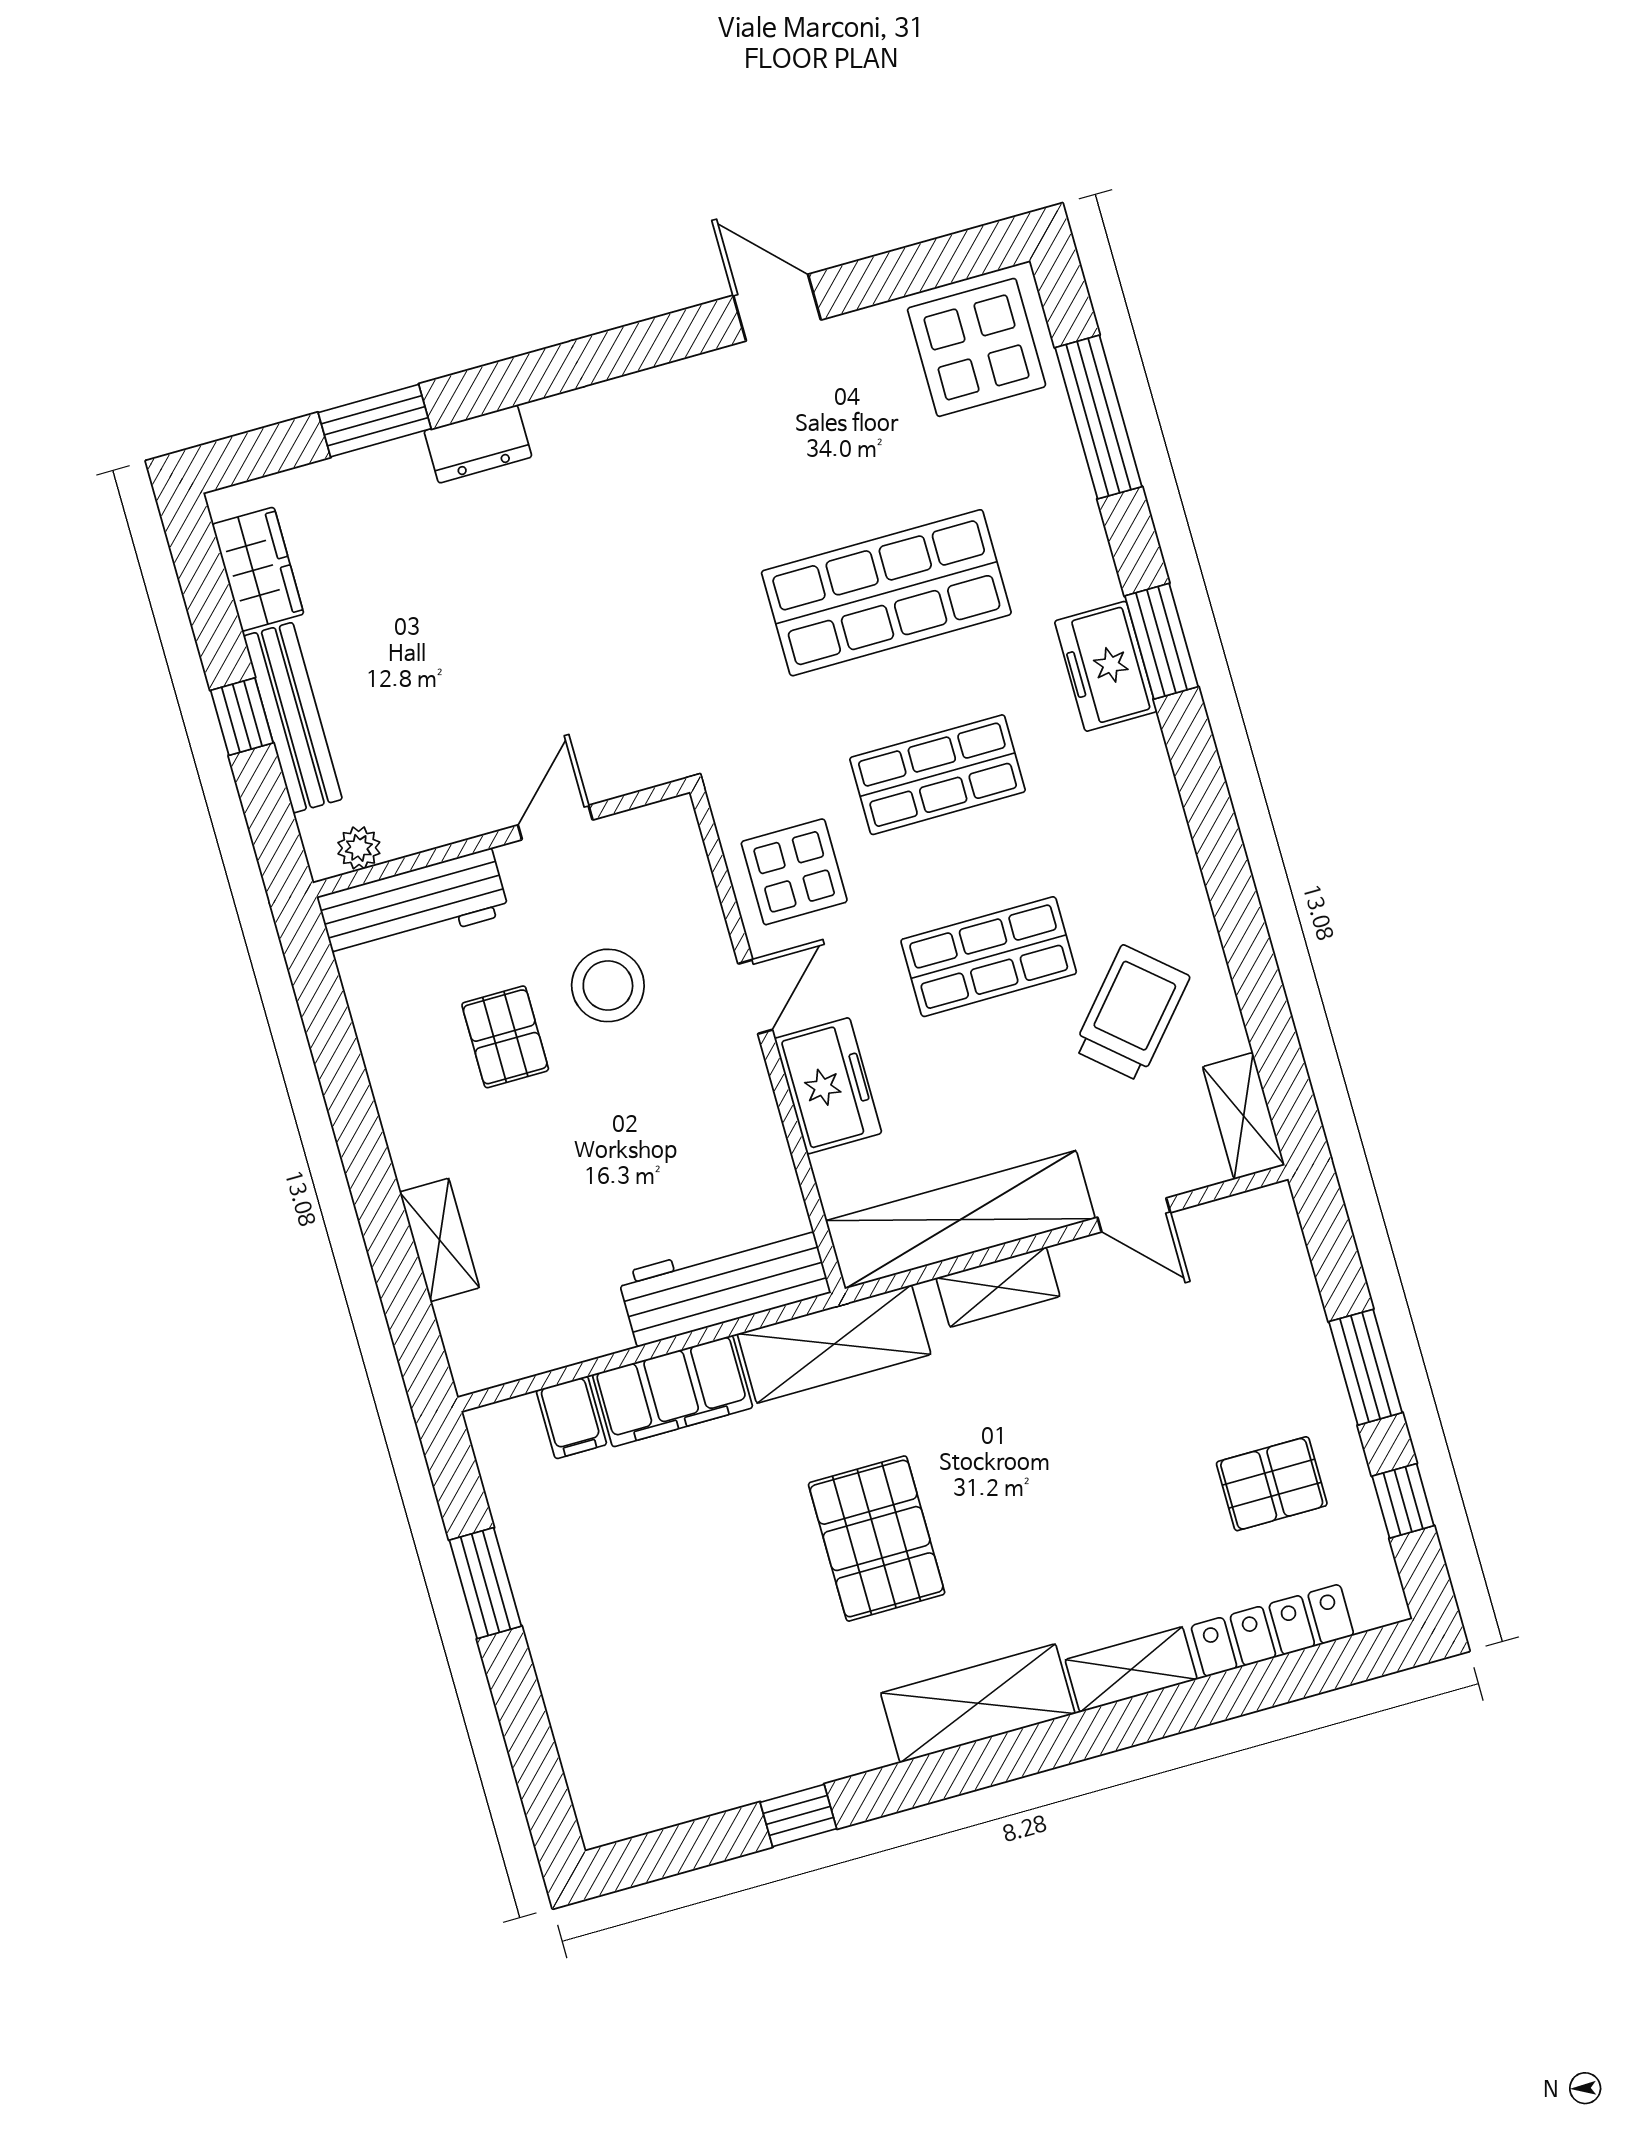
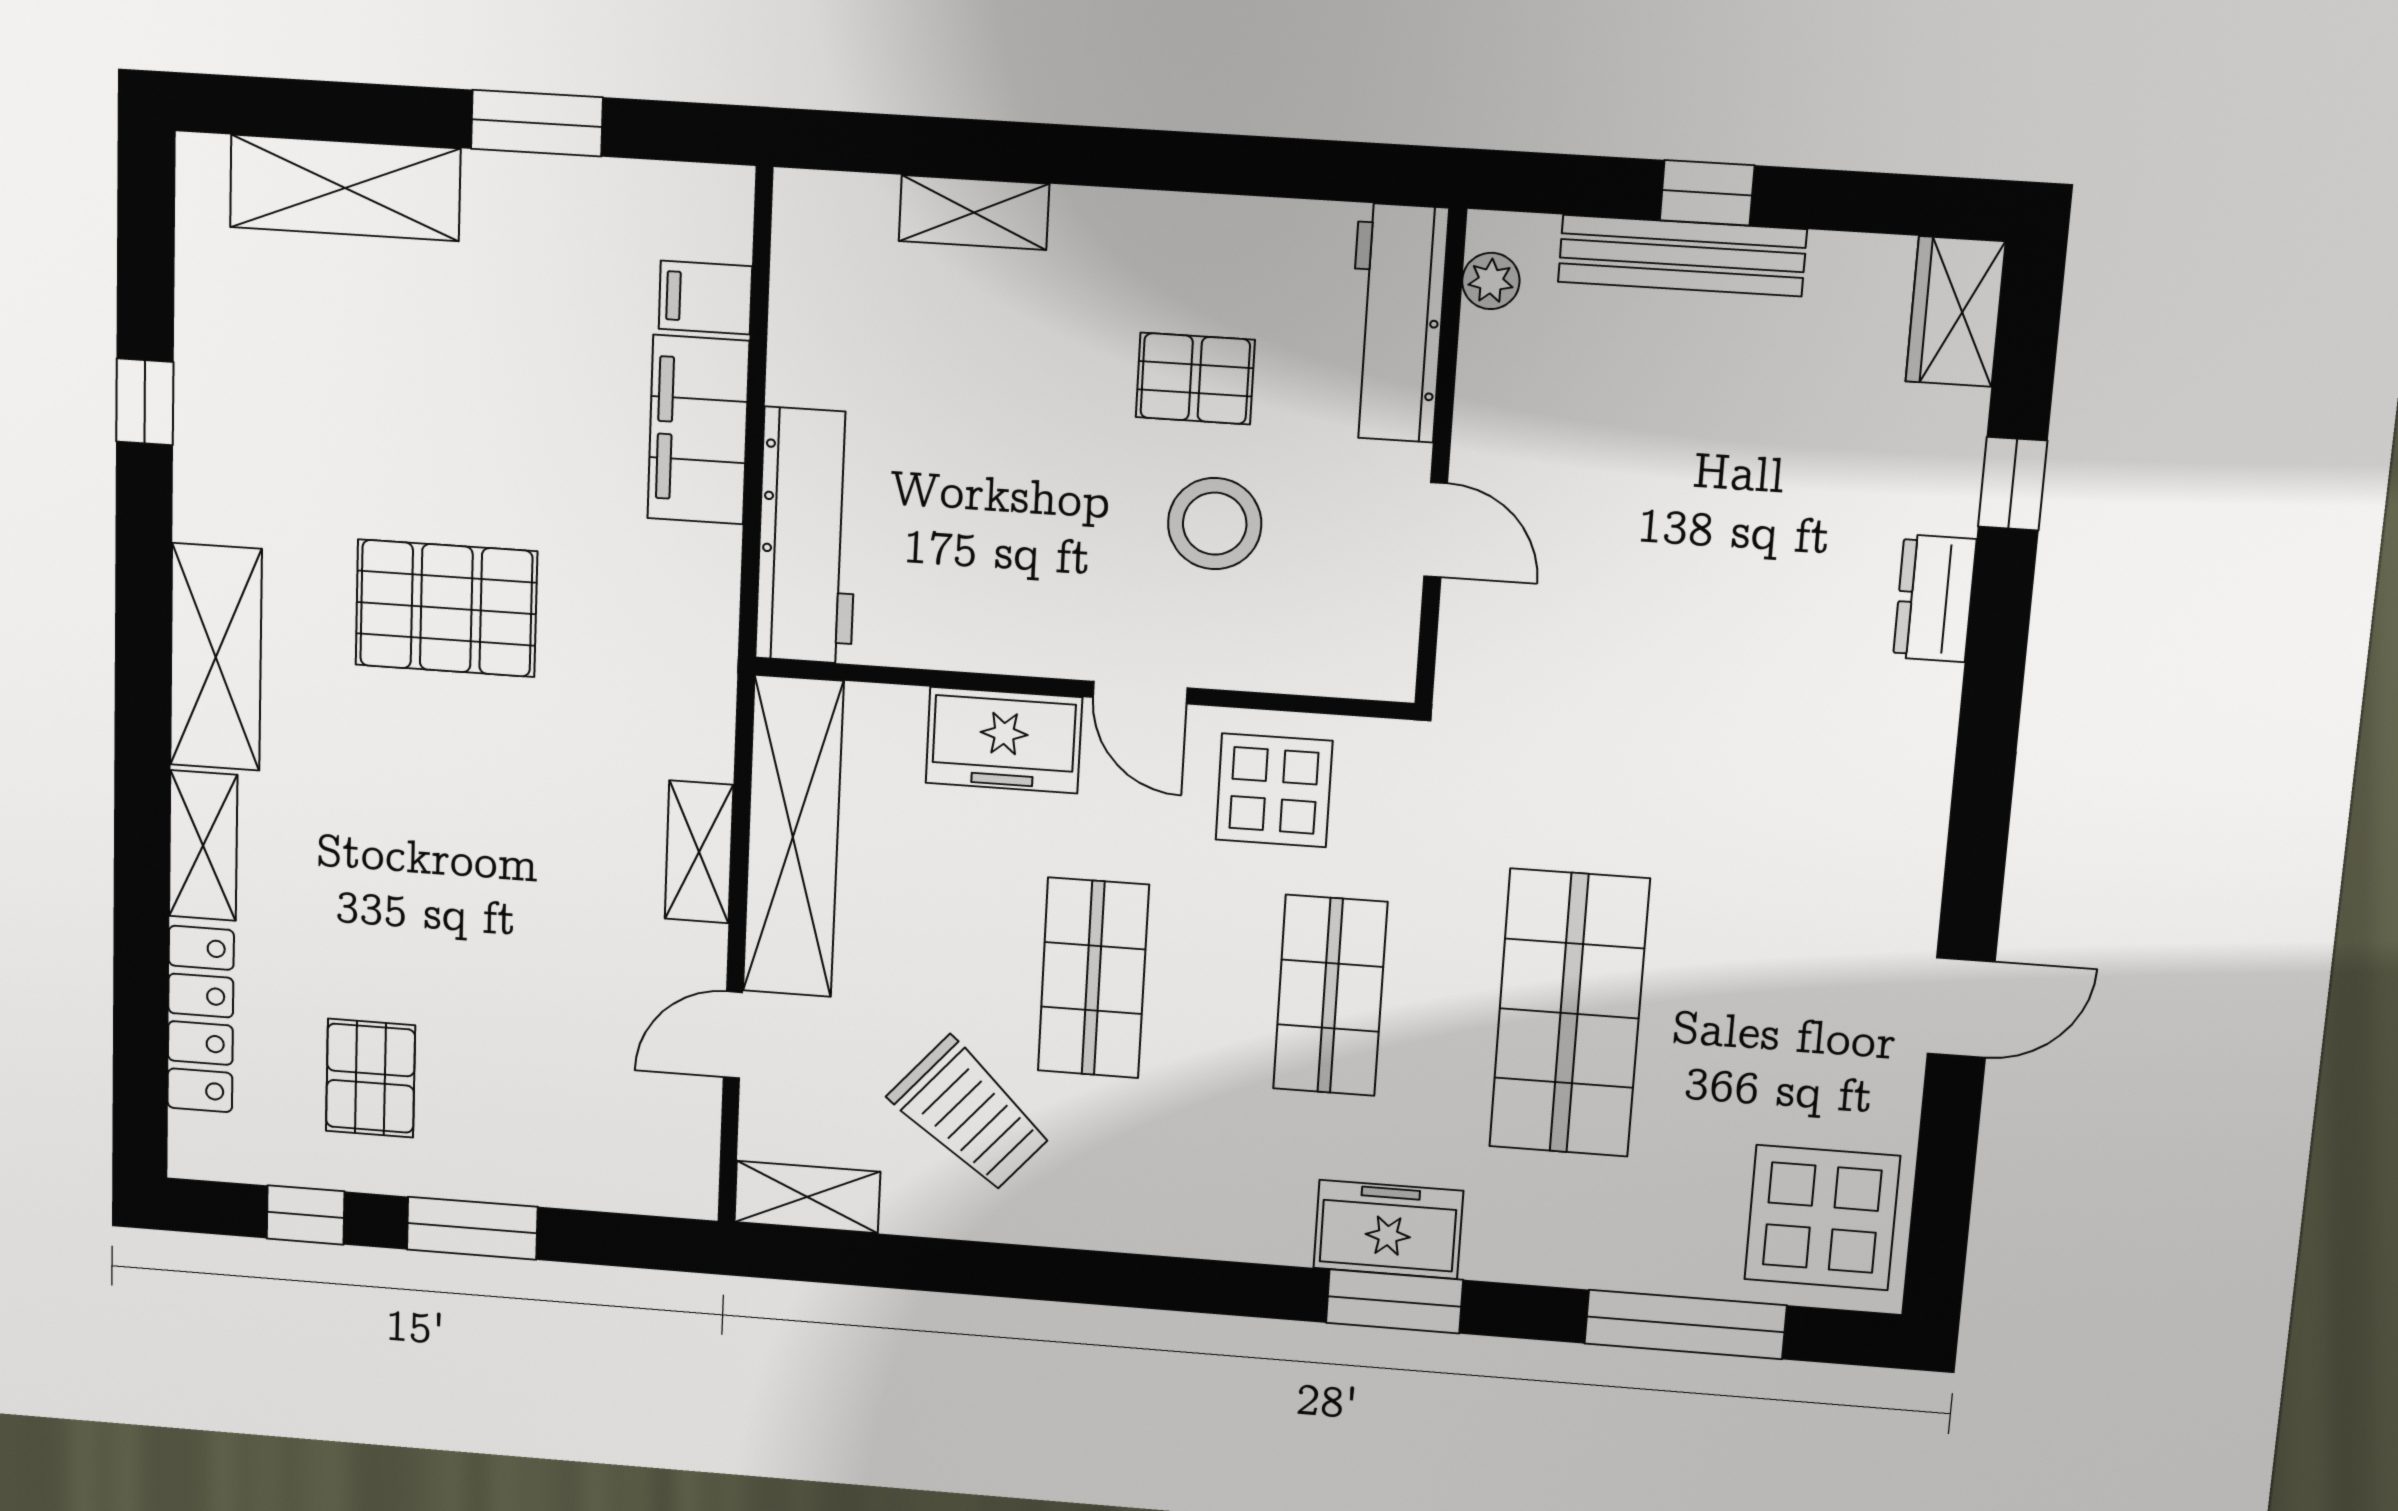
window: (375, 421) -> (2013, 484), width x0.67
wardrobe: (258, 569) -> (1955, 312), moved, turned 90
shelving: (834, 1344) -> (345, 188), moved, turned 90

